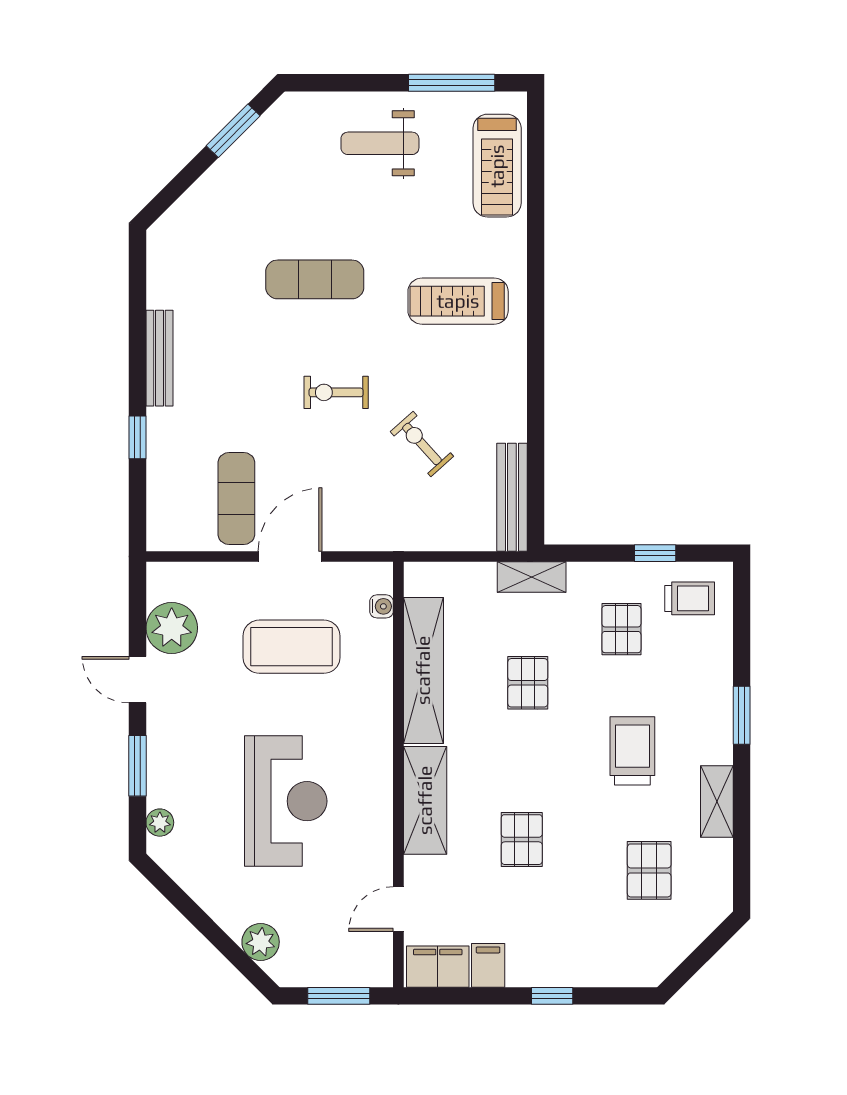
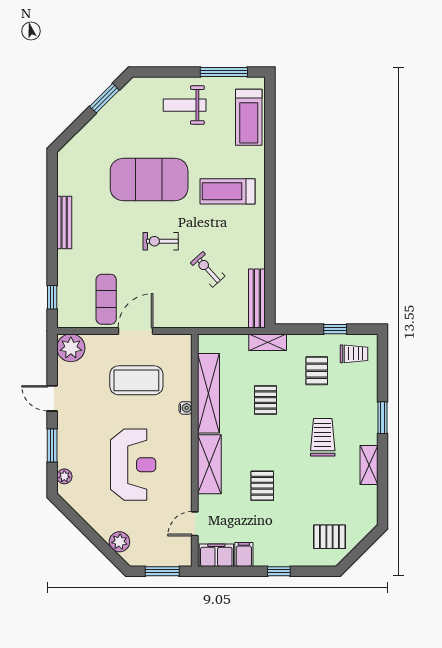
exercise mat: (315, 279) -> (149, 179), width x2.00, depth x1.45
window: (137, 437) -> (52, 297), moved
water cooler: (382, 606) -> (186, 408), moved
plant: (172, 628) -> (71, 348), moved
pallet: (649, 870) -> (329, 537), moved, turned 90

